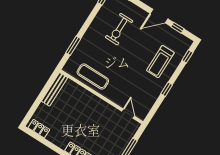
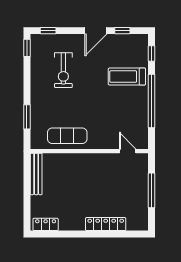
treadmill: (160, 62) -> (127, 77), turned 90
window: (167, 89) -> (151, 101), width x3.17

